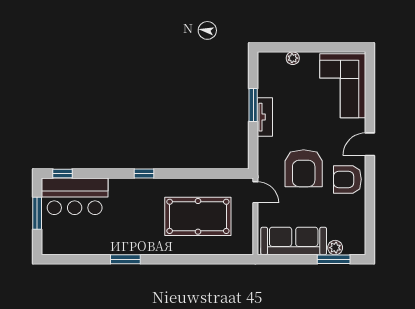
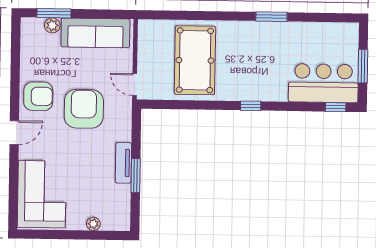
pool table: (198, 216) -> (195, 60), turned 90

